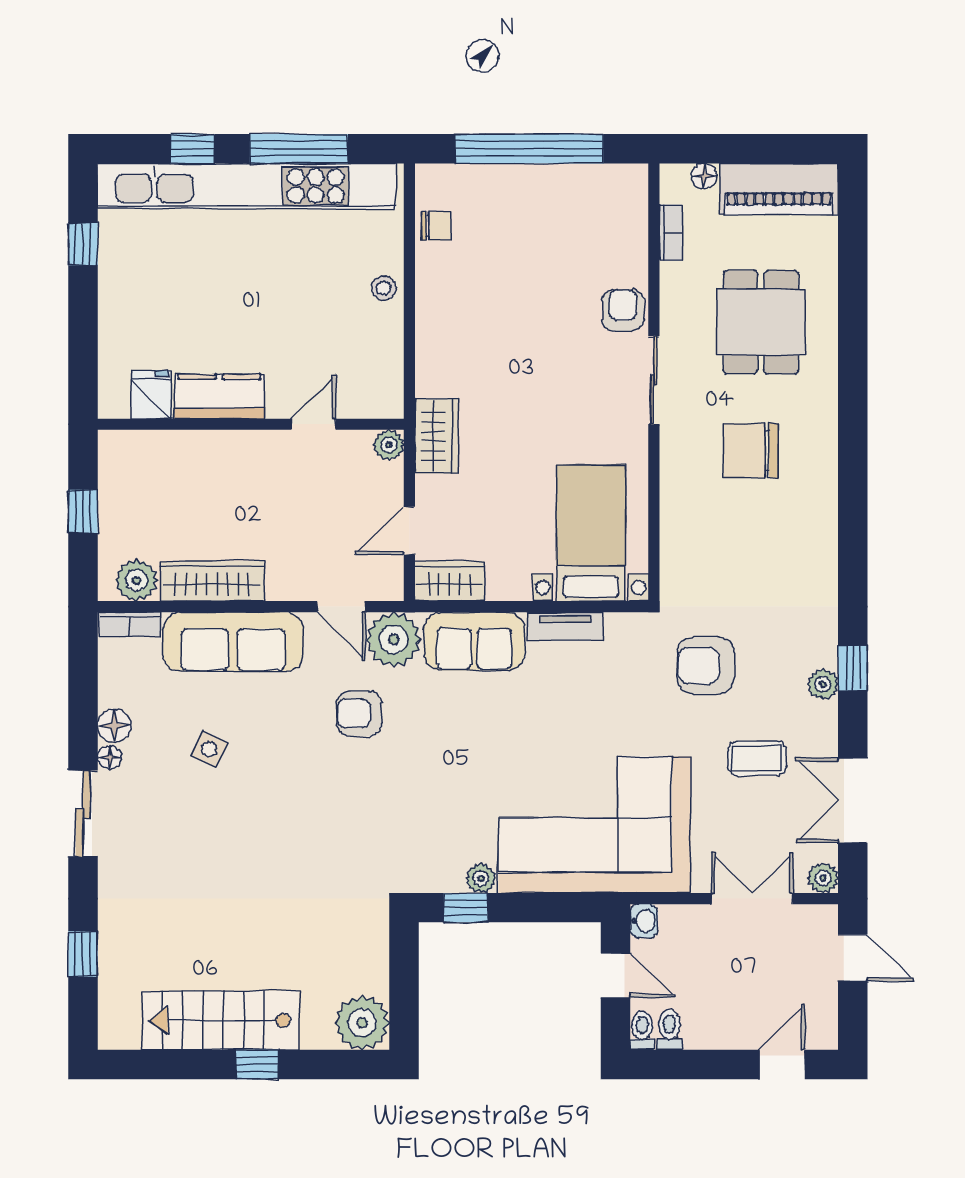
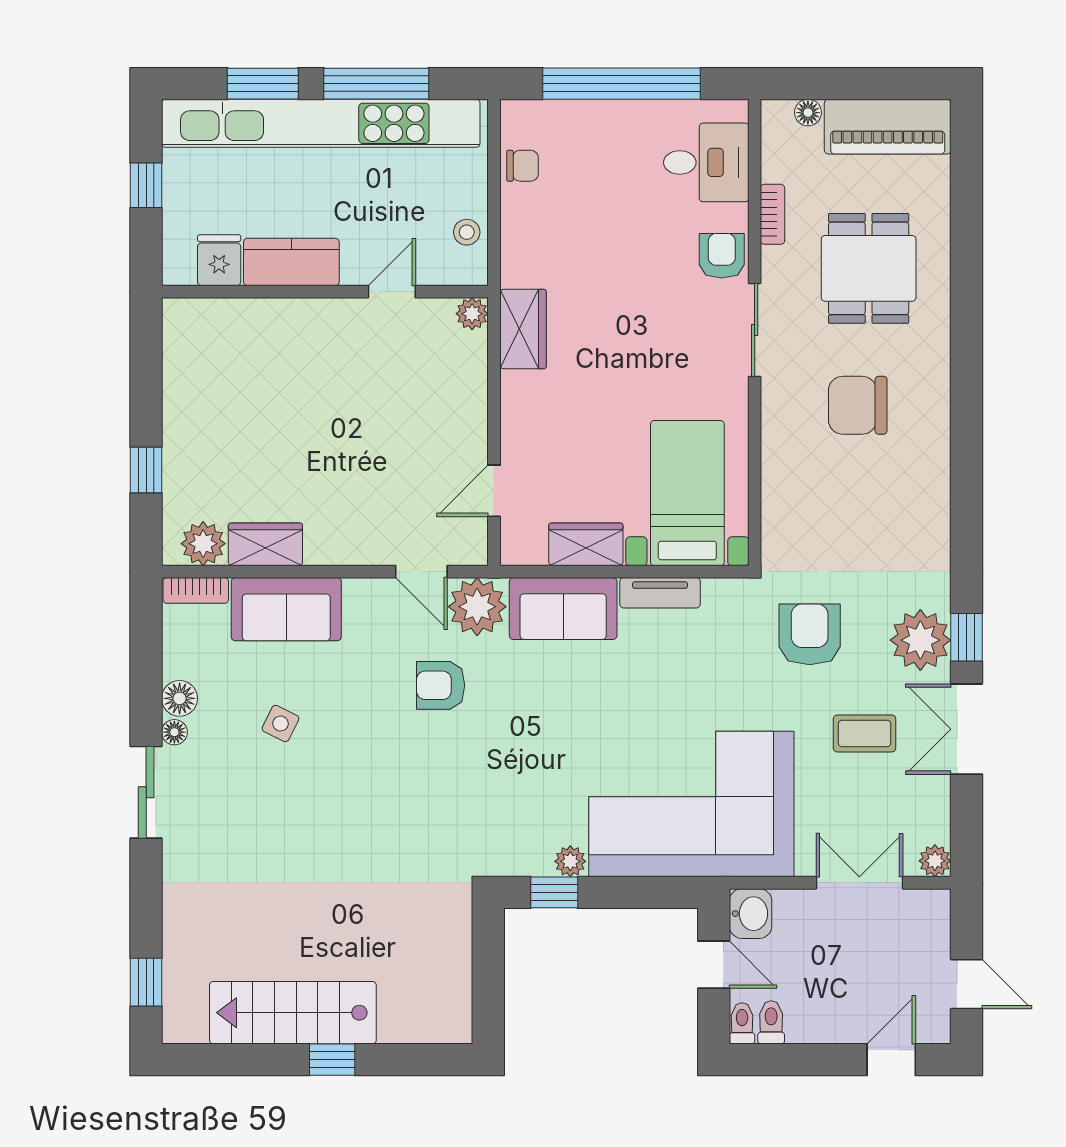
window: (192, 149) -> (263, 84), width x1.50
desk: (608, 223) -> (706, 162), added
bookcase: (671, 233) -> (772, 214), moved
fridge: (151, 395) -> (219, 260), moved
kitchen counter: (219, 396) -> (291, 262), moved
wall: (251, 424) -> (325, 292), moved
door: (314, 424) -> (392, 292), moved
wardrobe: (437, 436) -> (523, 329), moved
plant: (389, 445) -> (472, 314), moved
wardrobe: (212, 581) -> (265, 544), width x0.67
wardrobe: (450, 581) -> (586, 544), moved
sofa: (233, 642) -> (286, 609), width x0.73
armchair: (706, 665) -> (810, 634), turned 90
plant: (823, 684) -> (920, 640), width x1.88, depth x1.88
double door: (853, 800) -> (967, 729), moved
washbasin: (644, 921) -> (751, 914), width x1.38, depth x1.45
window: (83, 954) -> (146, 982), moved
door: (853, 958) -> (967, 984), moved
plant: (362, 1023) -> (444, 1015), removed

